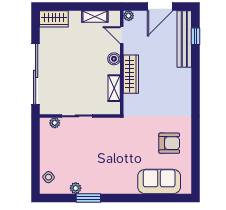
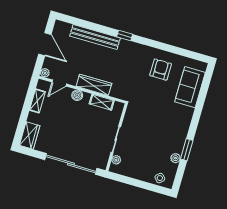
window: (195, 36) -> (125, 36), moved
bench: (184, 39) -> (95, 37), moved

